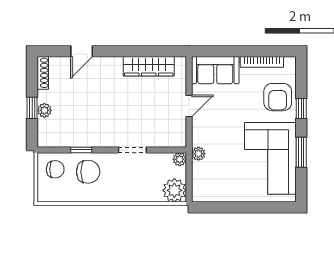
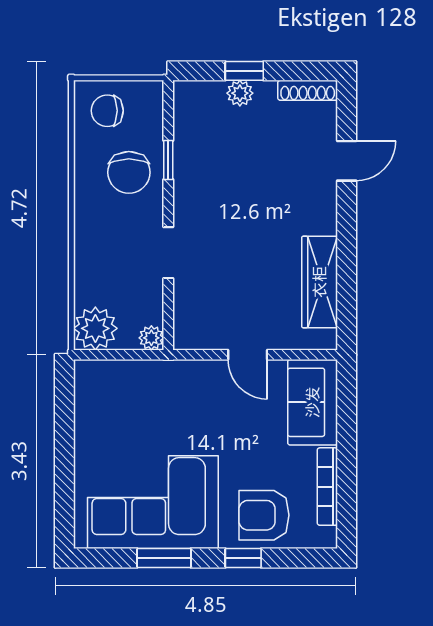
door: (82, 51) -> (347, 161), swing flipped
plant: (198, 154) -> (162, 372), removed
chair: (55, 169) -> (107, 111), moved, turned 90

